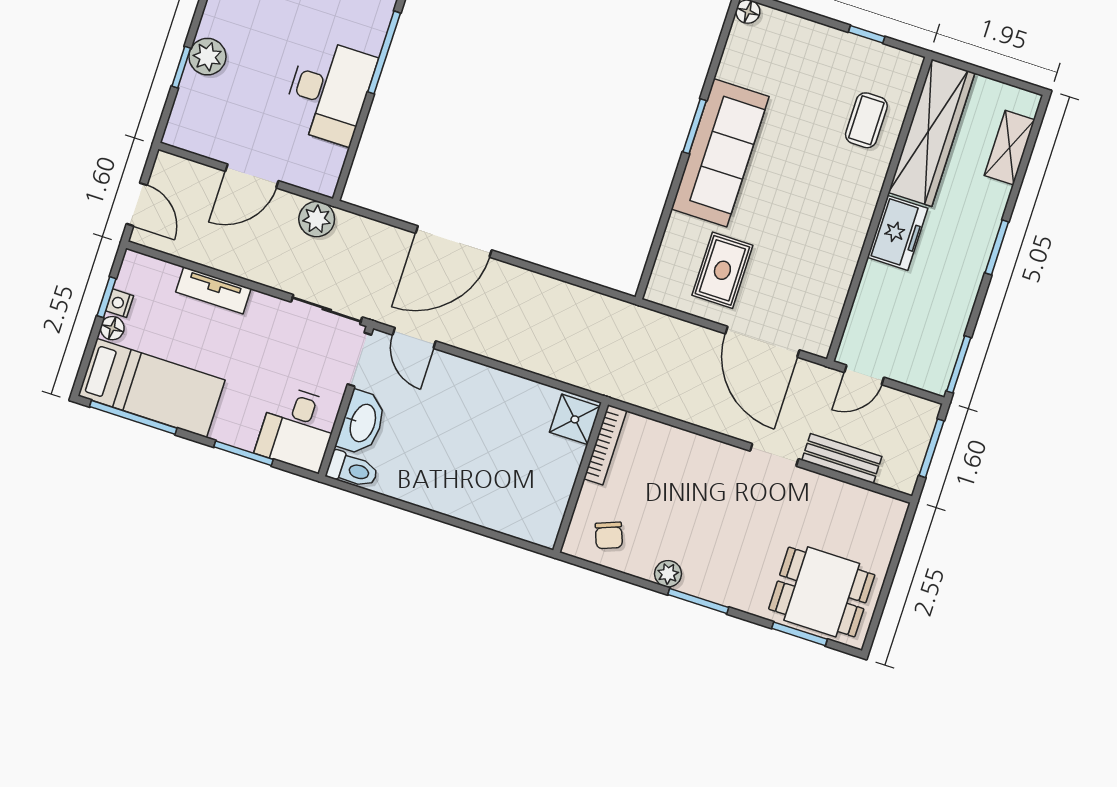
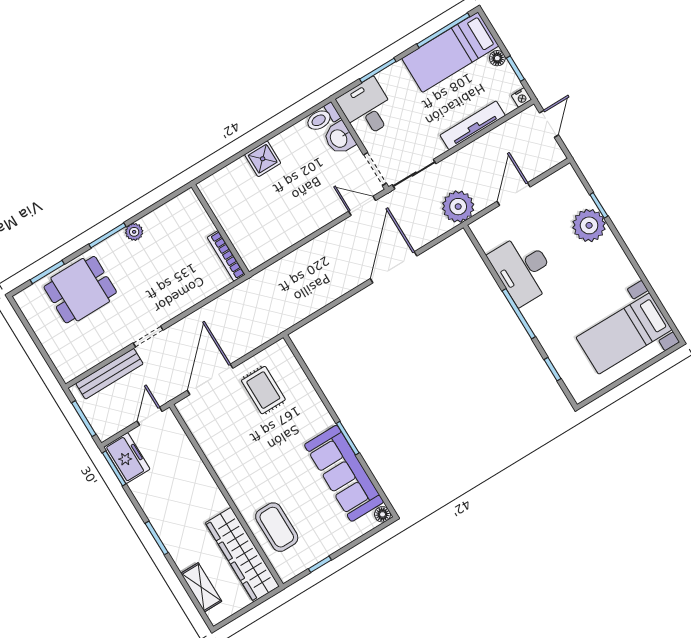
plant: (207, 57) -> (589, 225), width x1.36, depth x1.36
coffee table: (866, 120) -> (277, 527), width x1.36, depth x1.30
sofa: (720, 153) -> (344, 473), moved
door: (137, 204) -> (549, 124), swing flipped
plant: (317, 219) -> (458, 207), width x1.36, depth x1.36
freezer: (898, 233) -> (127, 458), moved, turned 180
tv unit: (213, 290) -> (473, 125), width x1.41
nightstand: (120, 303) -> (521, 98), moved, turned 90
door: (762, 342) -> (210, 379), hinge flipped
shower: (575, 419) -> (263, 159), moved
washbasin: (362, 423) -> (339, 138), width x0.72
bench: (842, 458) -> (109, 374), width x1.36
chair: (609, 535) -> (179, 219), removed
dining table: (822, 592) -> (80, 290), moved

